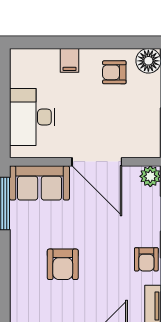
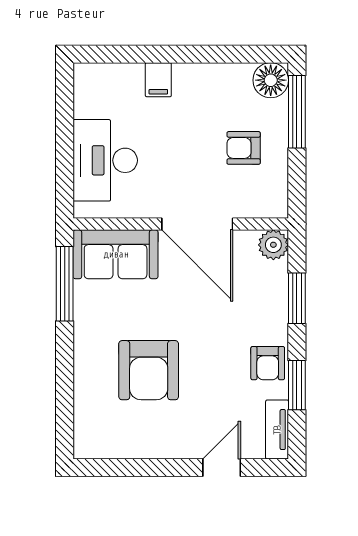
armchair: (114, 72) -> (244, 148), moved
armchair: (63, 264) -> (149, 370), width x1.36, depth x1.36

